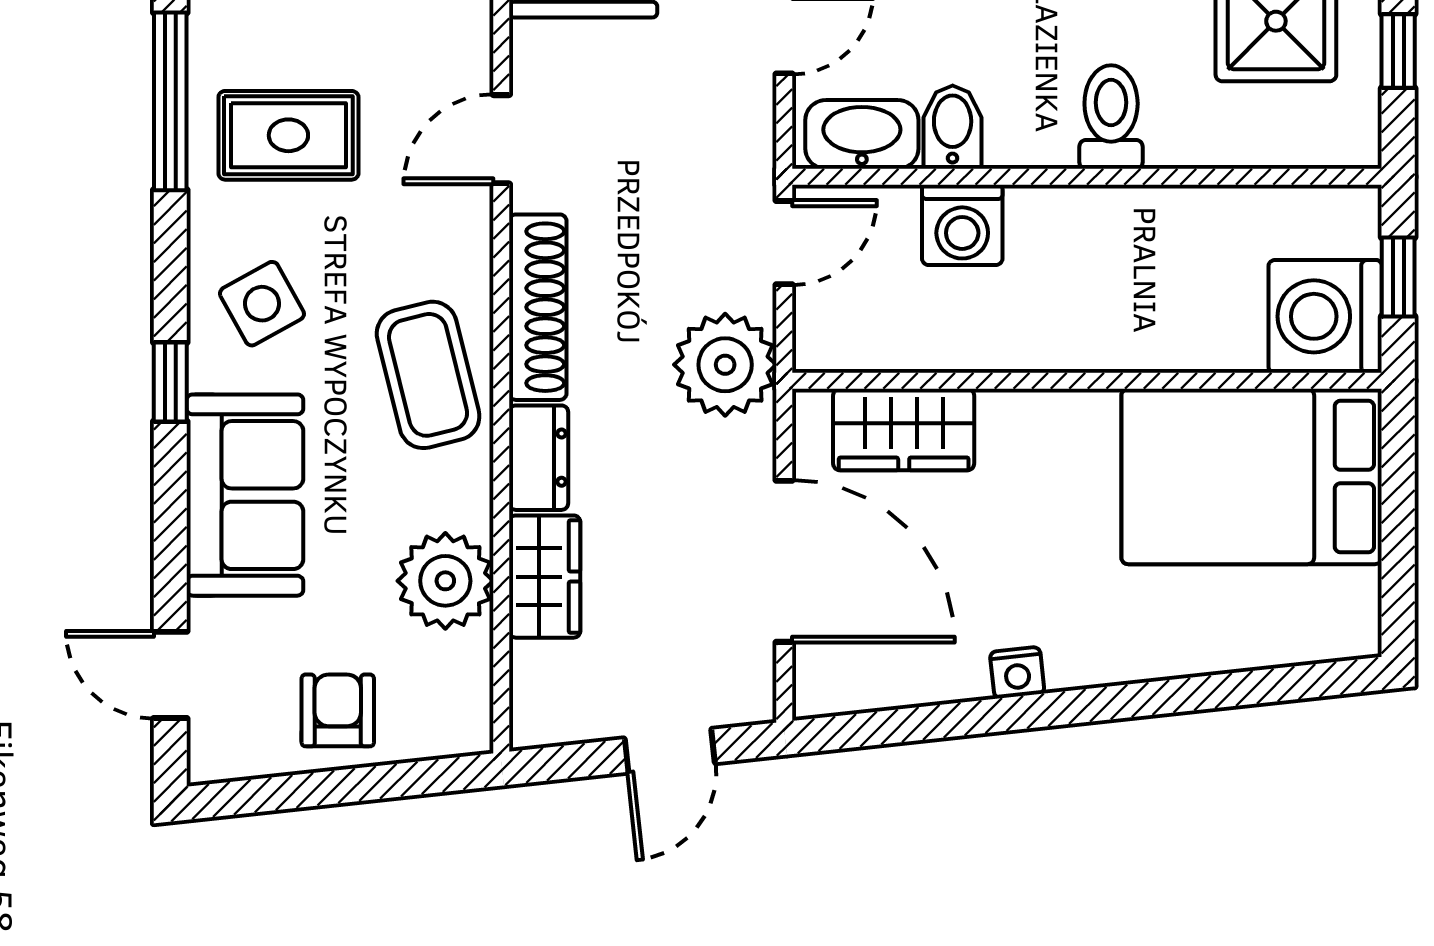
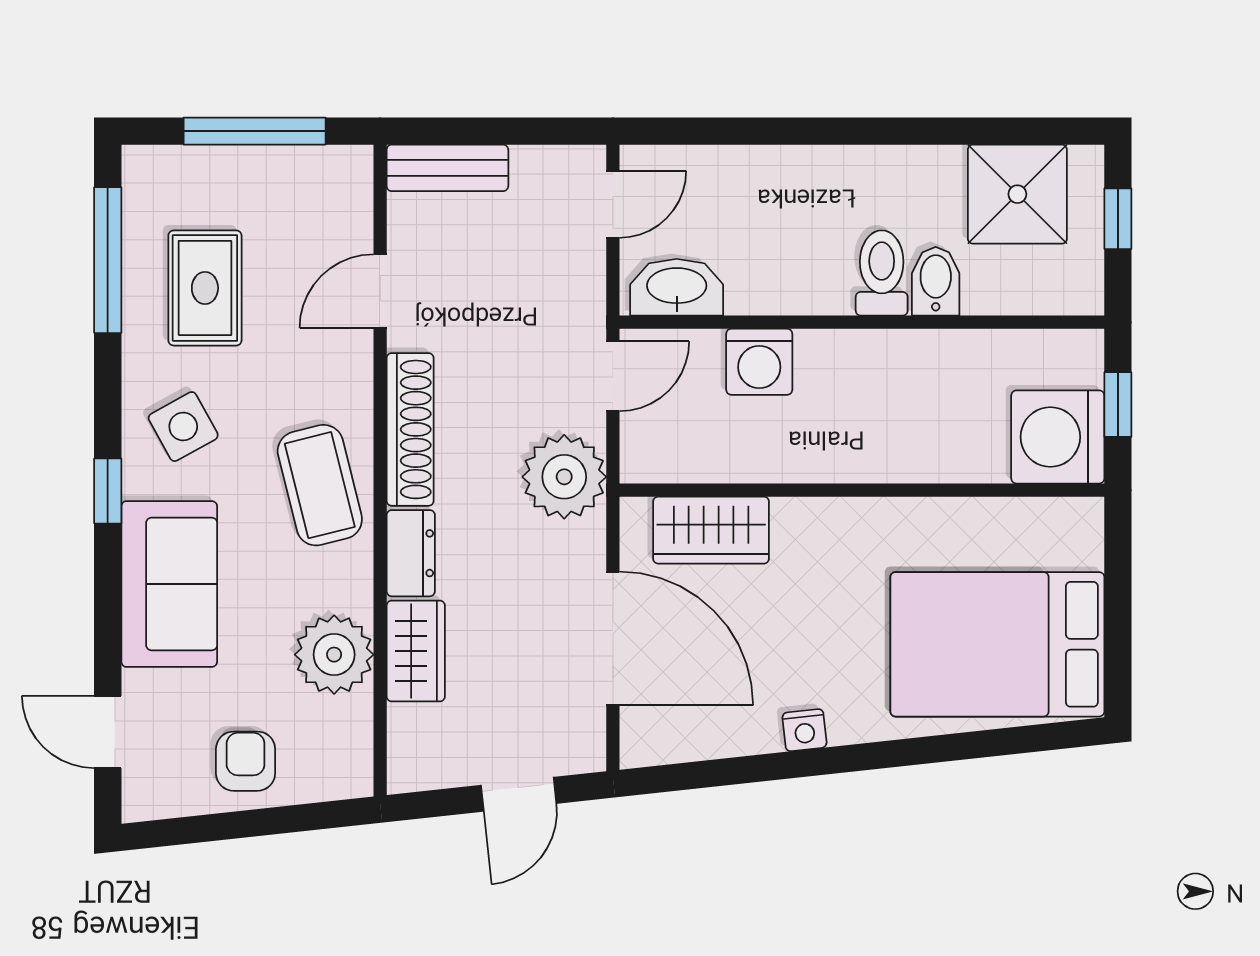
bidet: (953, 127) -> (936, 281), moved
rug: (288, 135) -> (205, 288), turned 90
bed: (1252, 477) -> (997, 644), moved

